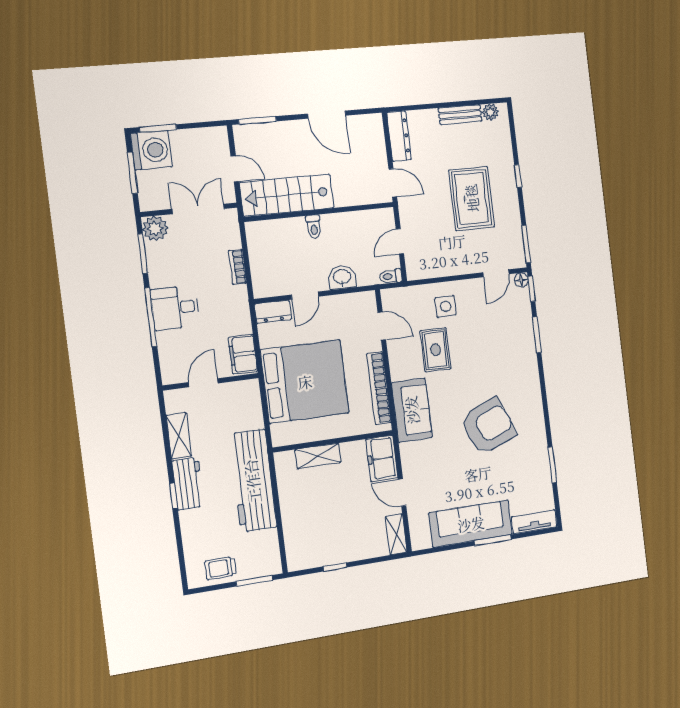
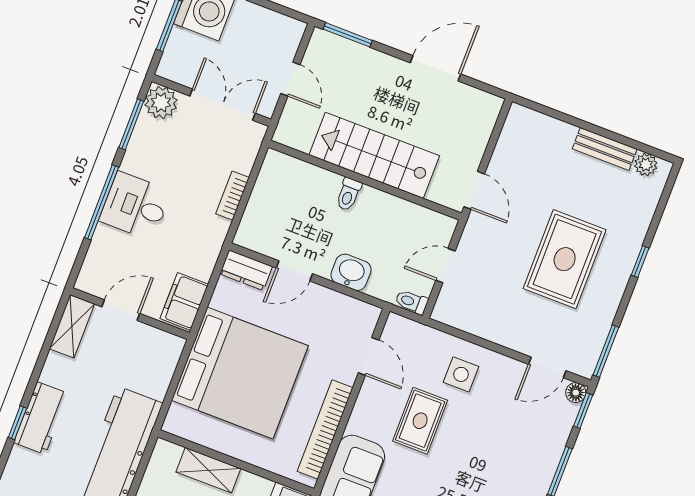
door: (327, 115) -> (436, 68), swing flipped
dresser: (399, 136) -> (512, 137), removed
stairs: (287, 195) -> (374, 155), moved
shelving: (179, 436) -> (72, 326), moved

